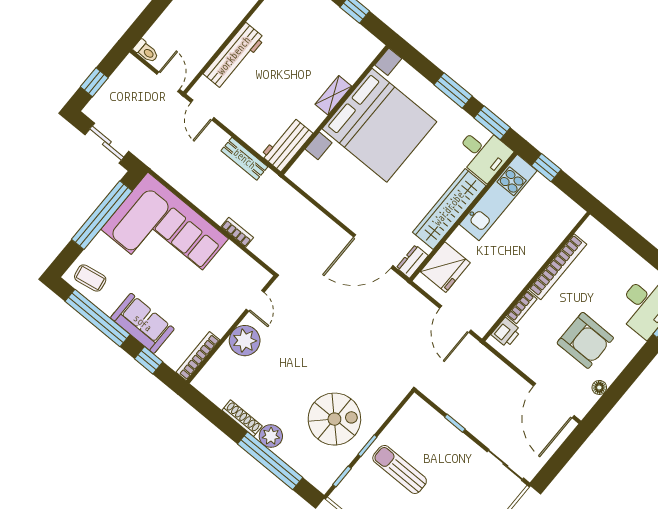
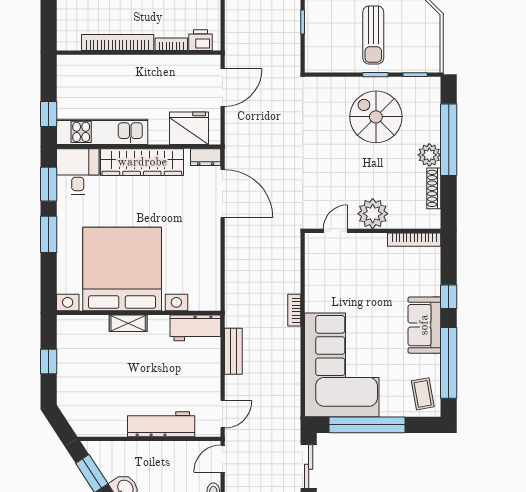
door: (255, 301) -> (335, 231), moved
wall: (231, 330) -> (373, 231), moved
plant: (245, 341) -> (373, 214), moved
bookcase: (198, 356) -> (414, 240), moved

